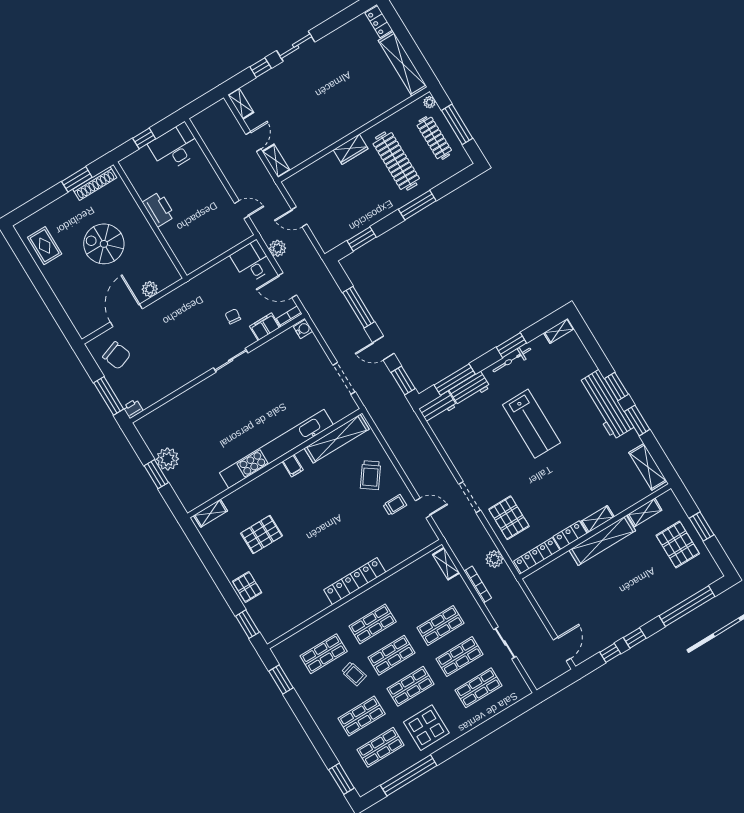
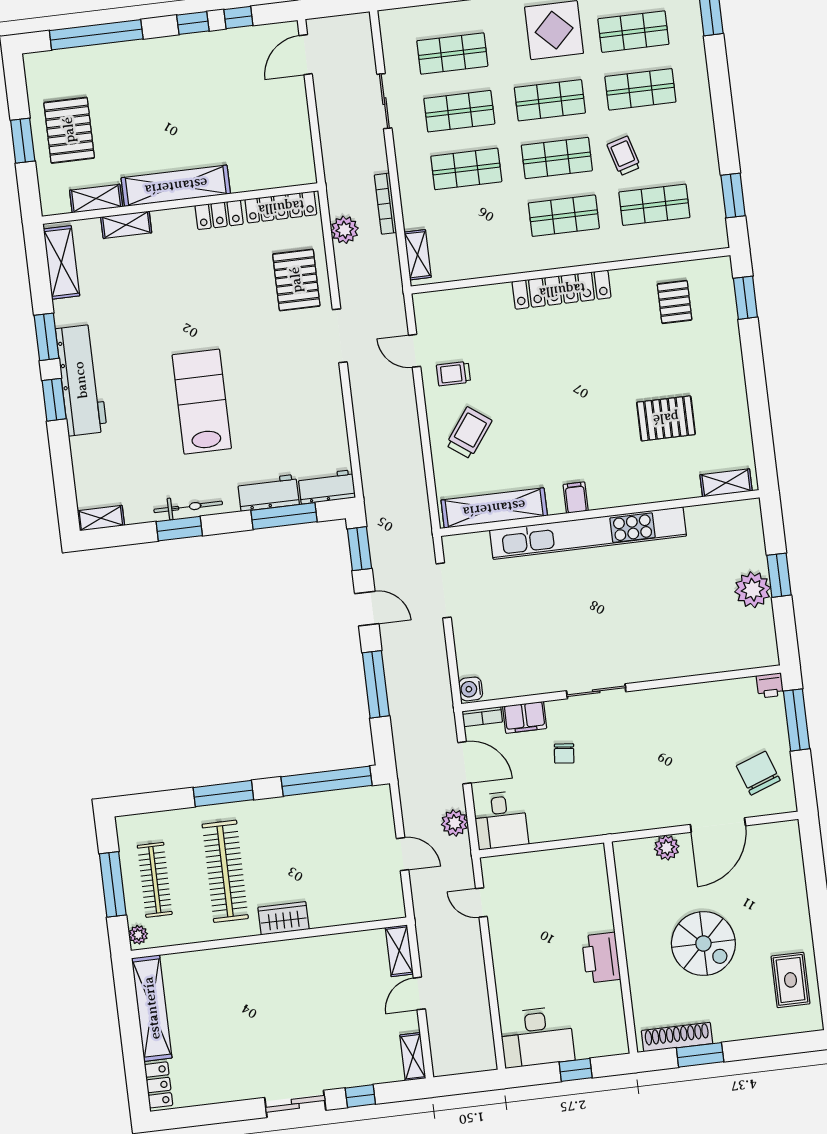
window: (362, 239) -> (326, 781), width x2.11
shelving: (598, 519) -> (126, 225), moved
pallet: (247, 587) -> (675, 302), moved

